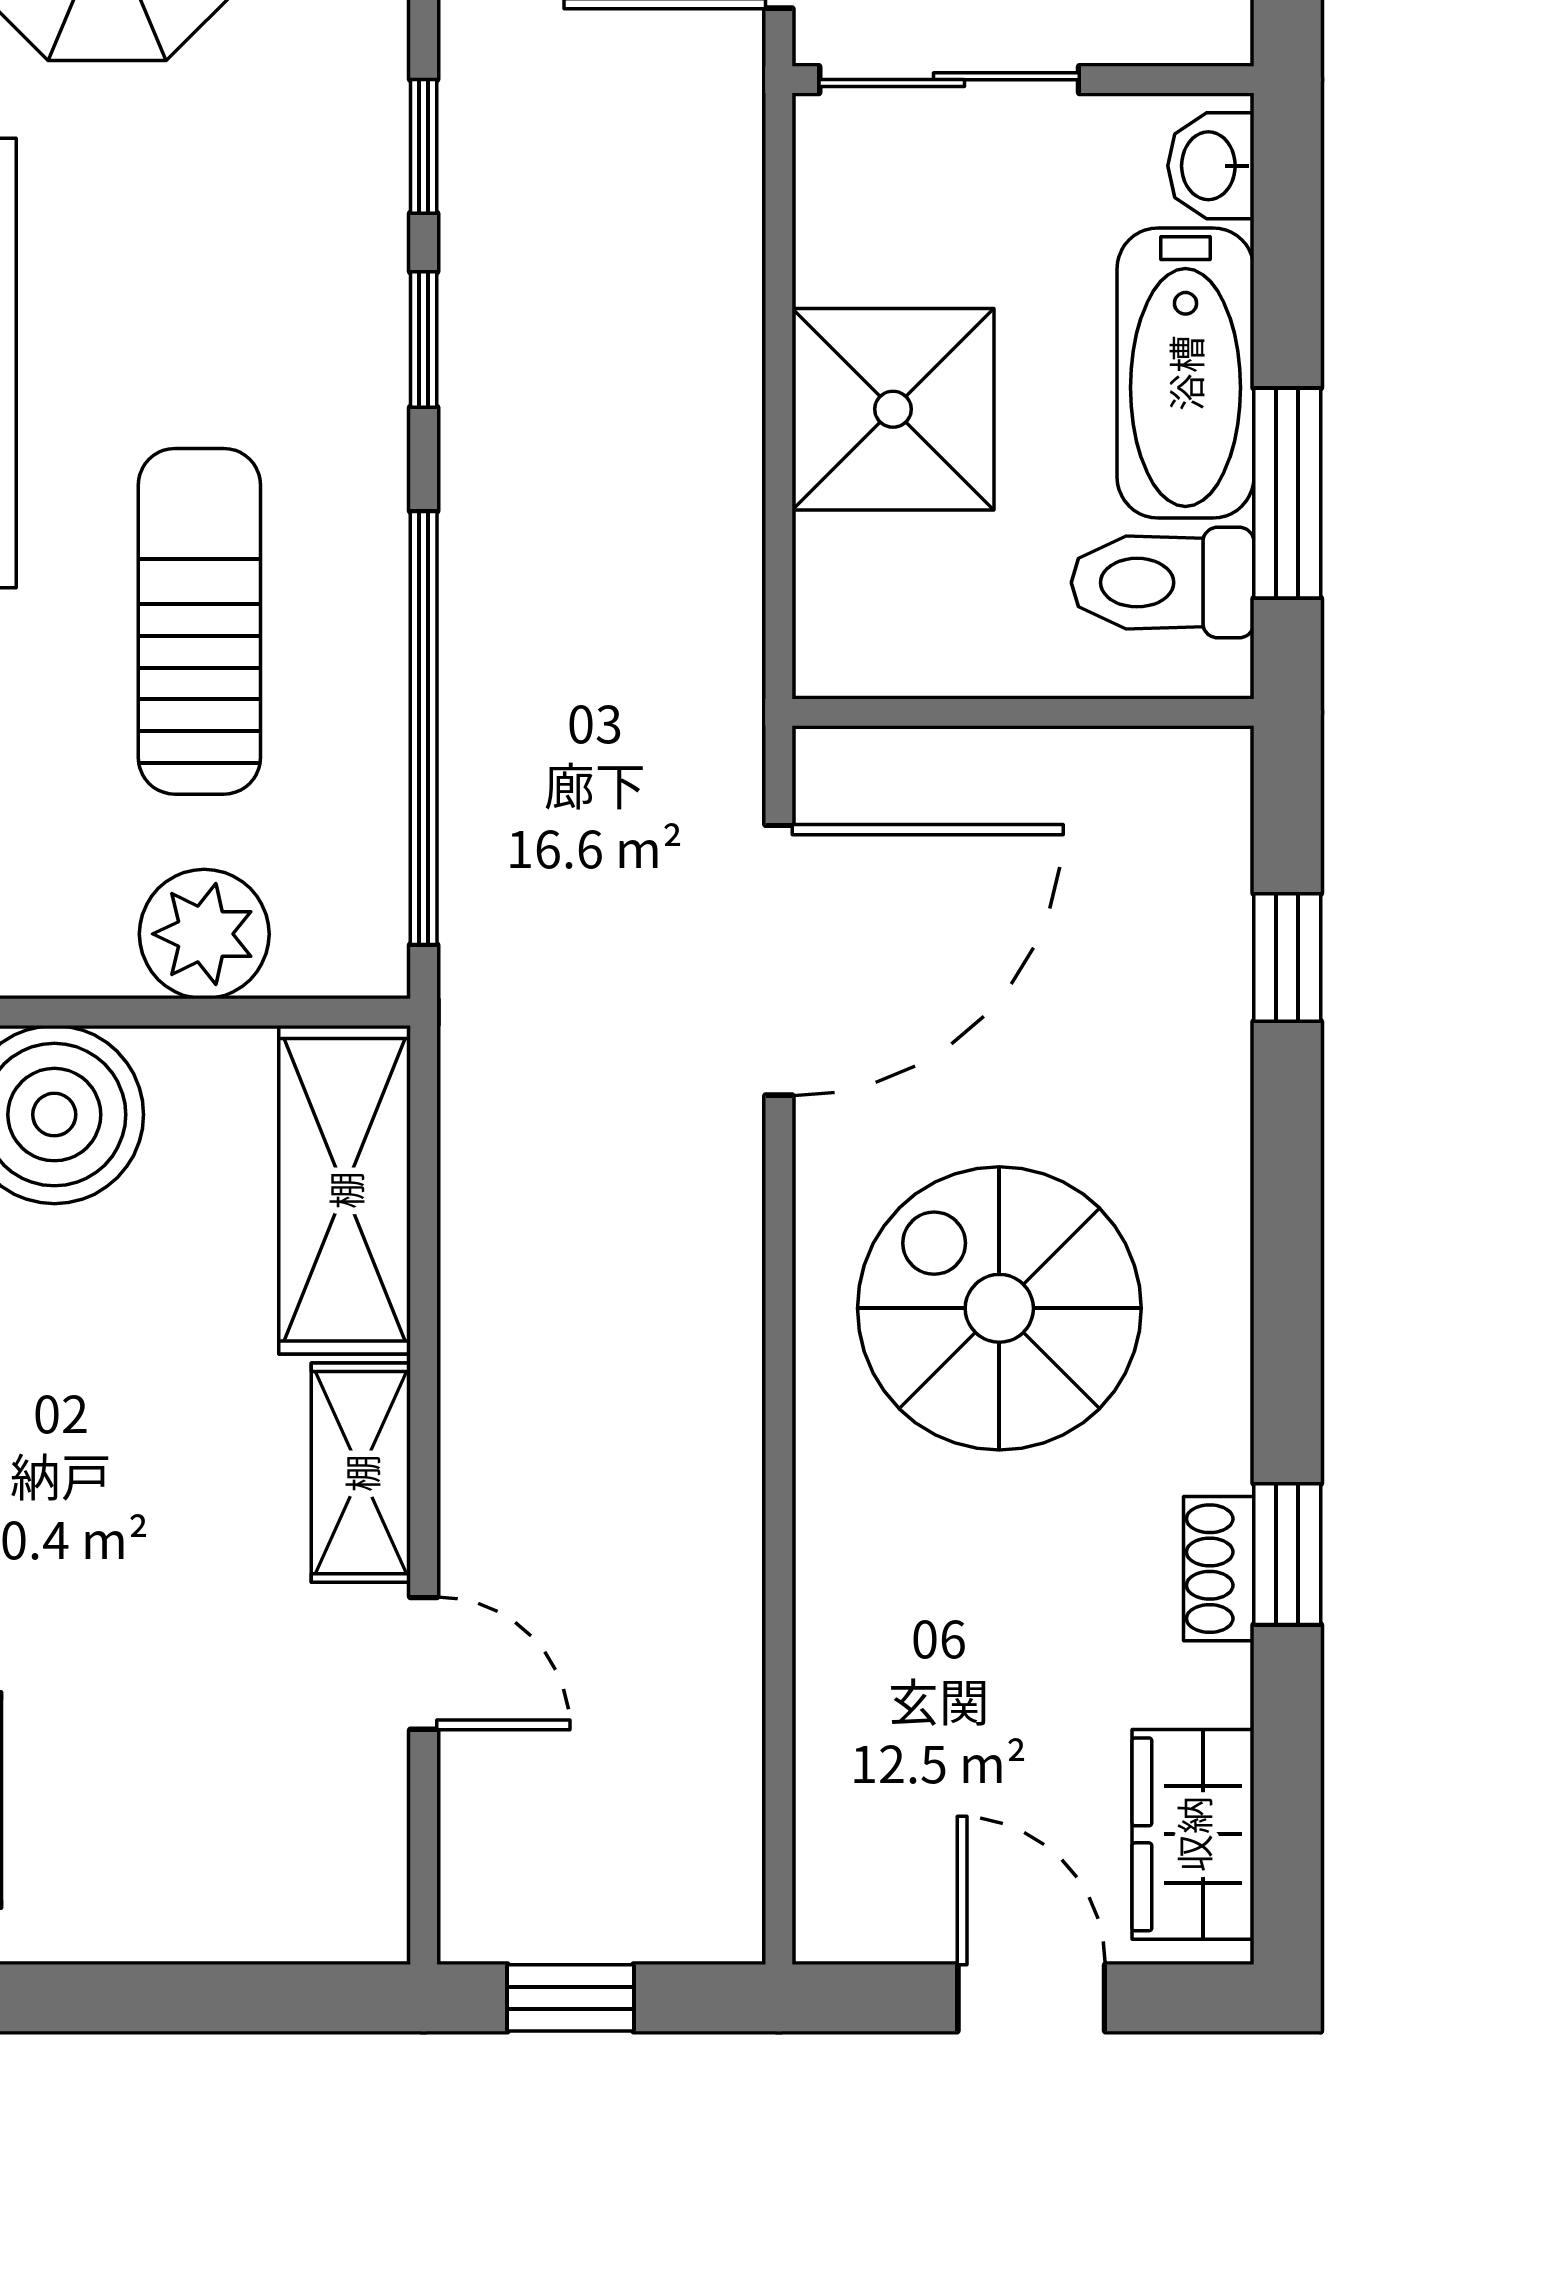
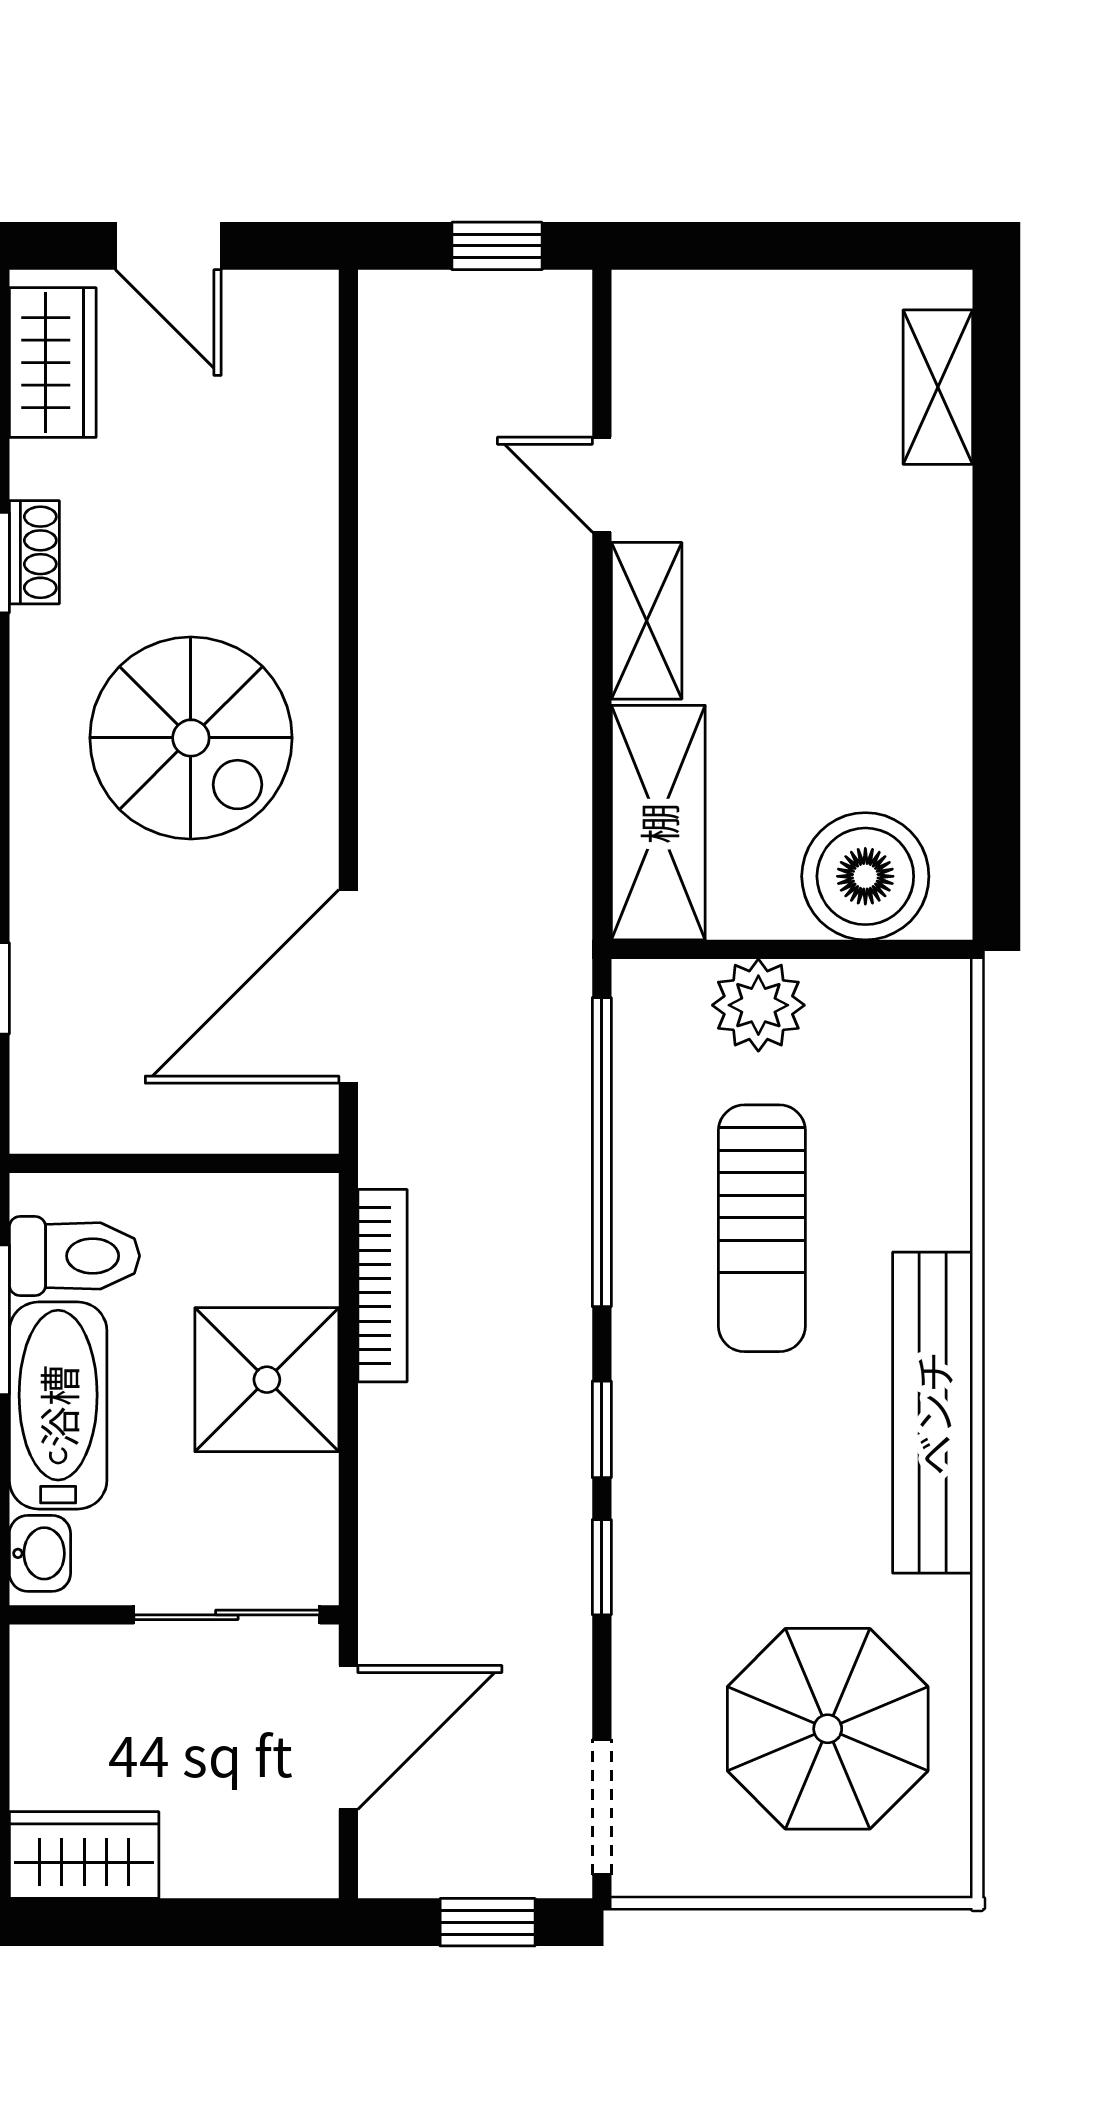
bookcase: (731, 541) -> (382, 1286), added

